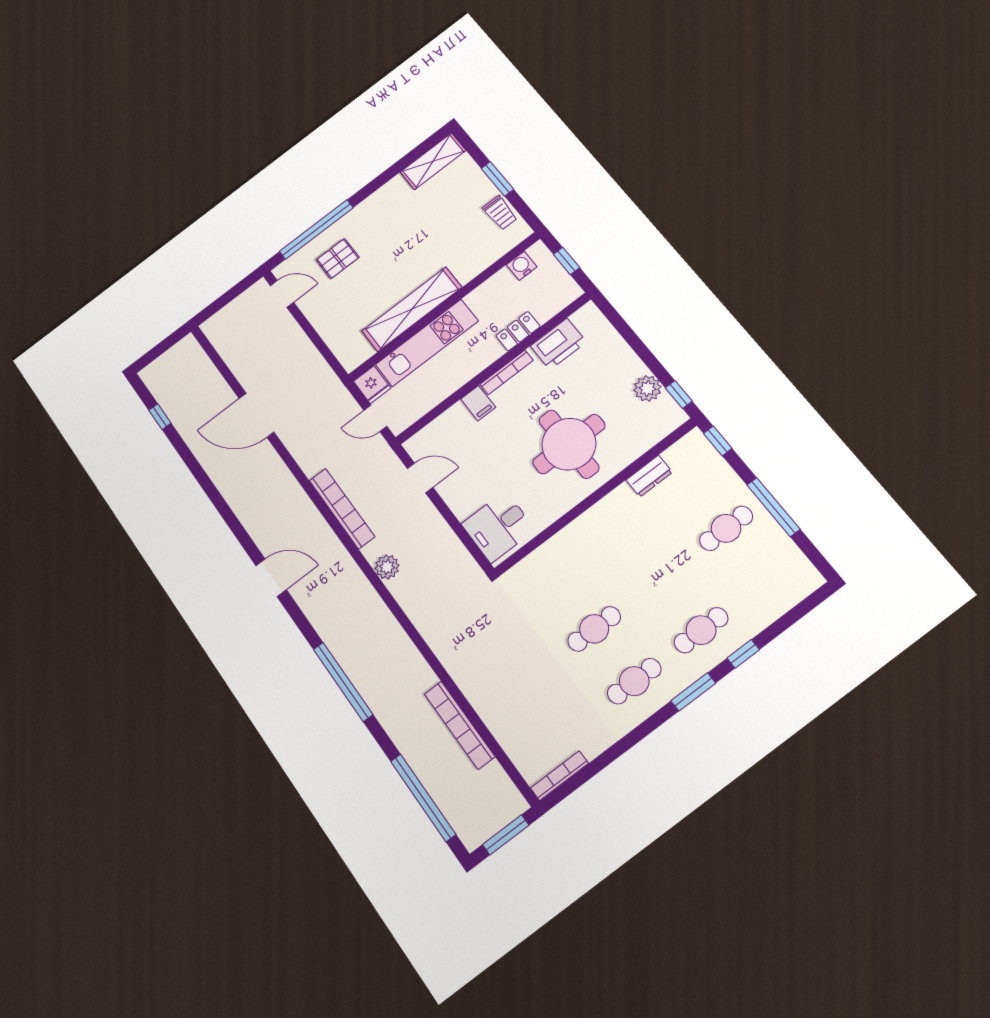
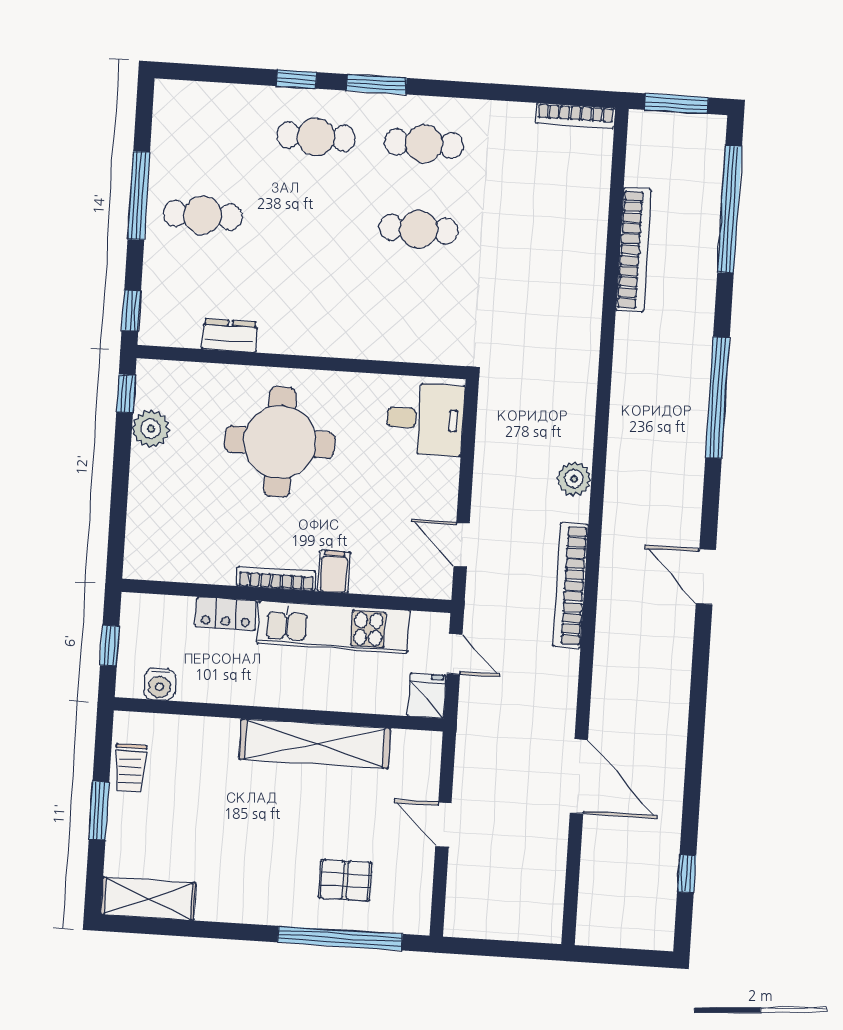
trolley: (500, 213) -> (130, 768), turned 180
door: (282, 294) -> (443, 825), moved
kitchen unit: (427, 343) -> (333, 627), moved, turned 180
printer: (558, 344) -> (197, 560), removed

